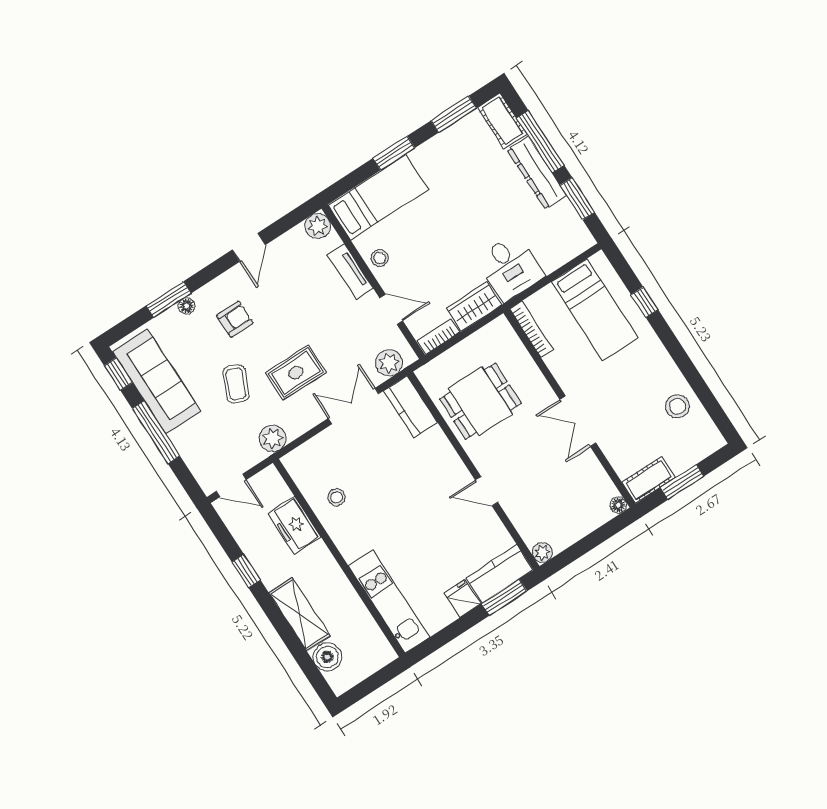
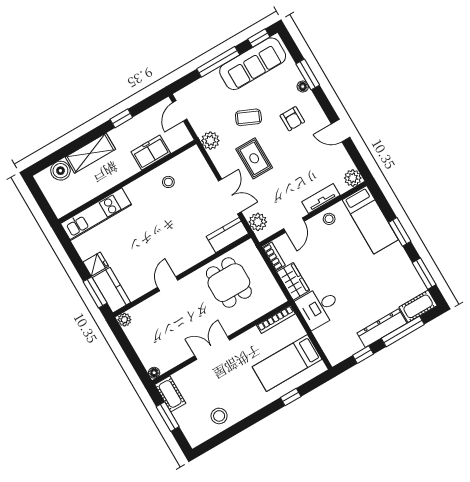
window: (577, 199) -> (363, 355), width x0.67

